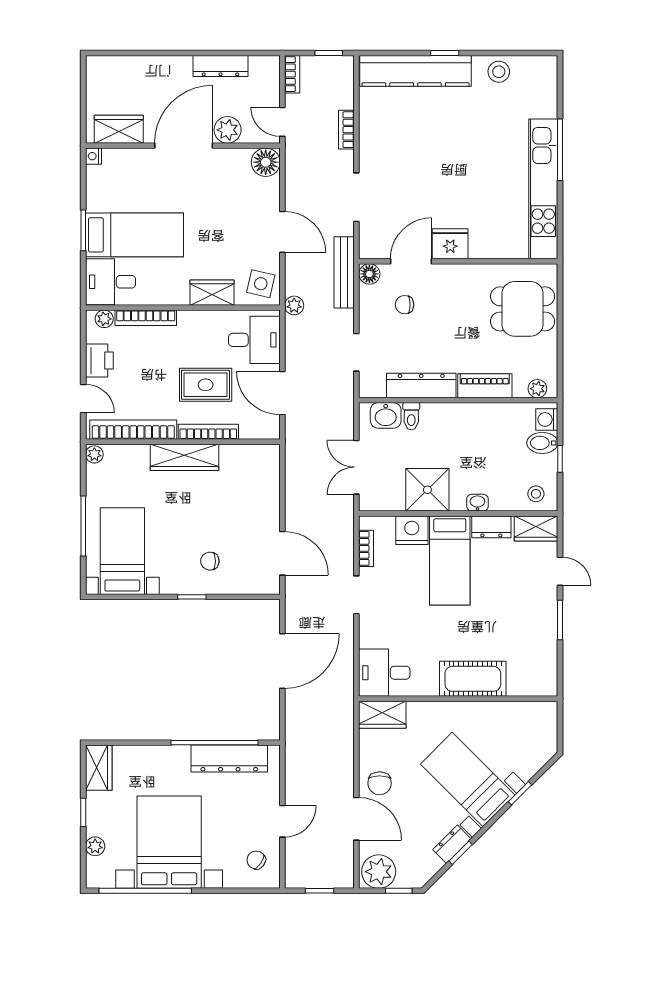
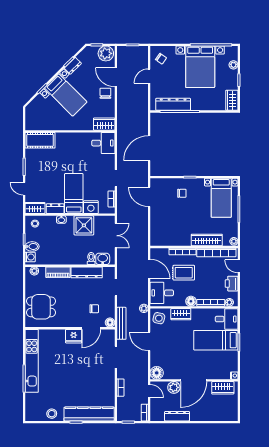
floor lamp: (190, 321) -> (191, 301), added
wardrobe: (185, 457) -> (207, 240), moved
cot: (473, 679) -> (40, 140), moved

